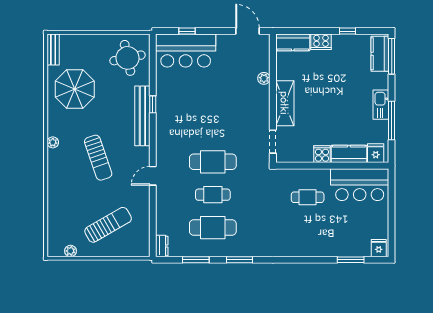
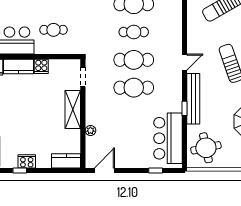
door: (248, 31) -> (104, 171), swing flipped
cooker: (321, 42) -> (27, 161), moved
bar counter: (186, 51) -> (168, 138), moved, turned -90
cafe table: (213, 129) -> (134, 88), added
door: (153, 176) -> (185, 62), moved

